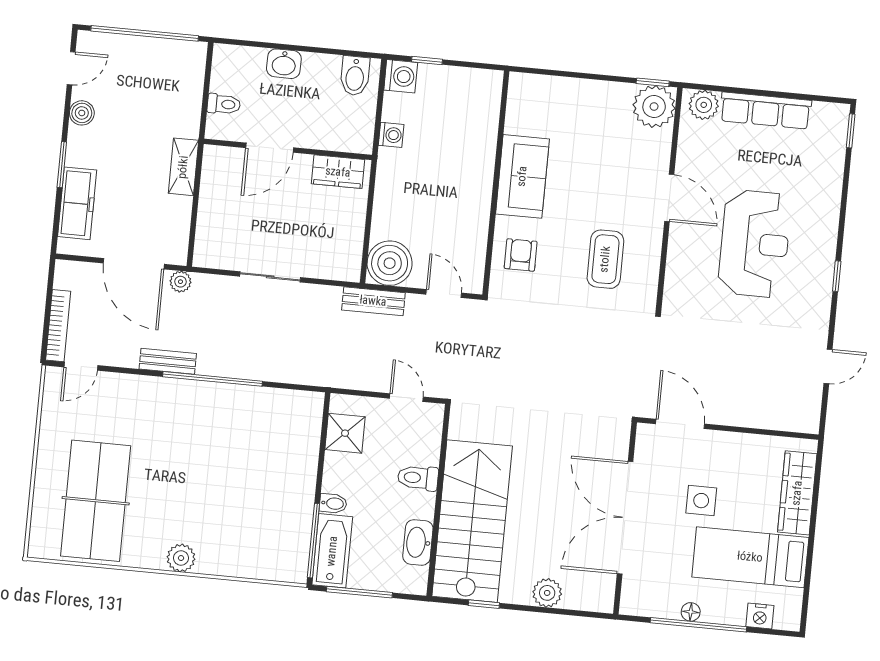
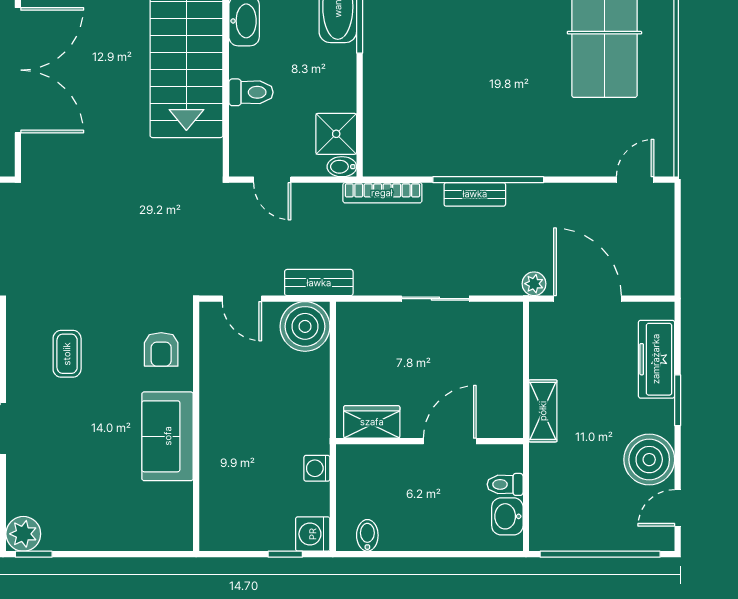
washbasin: (284, 64) -> (507, 516), moved, turned -90
bidet: (355, 76) -> (367, 535), width x0.72, depth x0.74
plant: (654, 107) -> (23, 534), width x0.73, depth x0.73
boiler: (82, 113) -> (649, 460), width x1.86, depth x1.86
coffee table: (605, 259) -> (67, 354), width x0.73, depth x0.77
bookcase: (58, 326) -> (382, 193), moved, turned -90
bench: (168, 361) -> (475, 194), moved
bidet: (333, 503) -> (342, 167), moved

